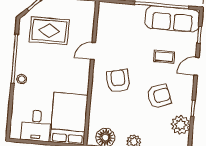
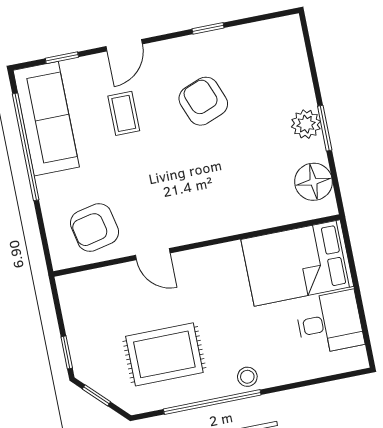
rug: (49, 31) -> (164, 354), moved, turned 90
door: (197, 66) -> (124, 45), hinge flipped
armchair: (118, 81) -> (94, 228), moved
plant: (180, 125) -> (247, 43), removed

